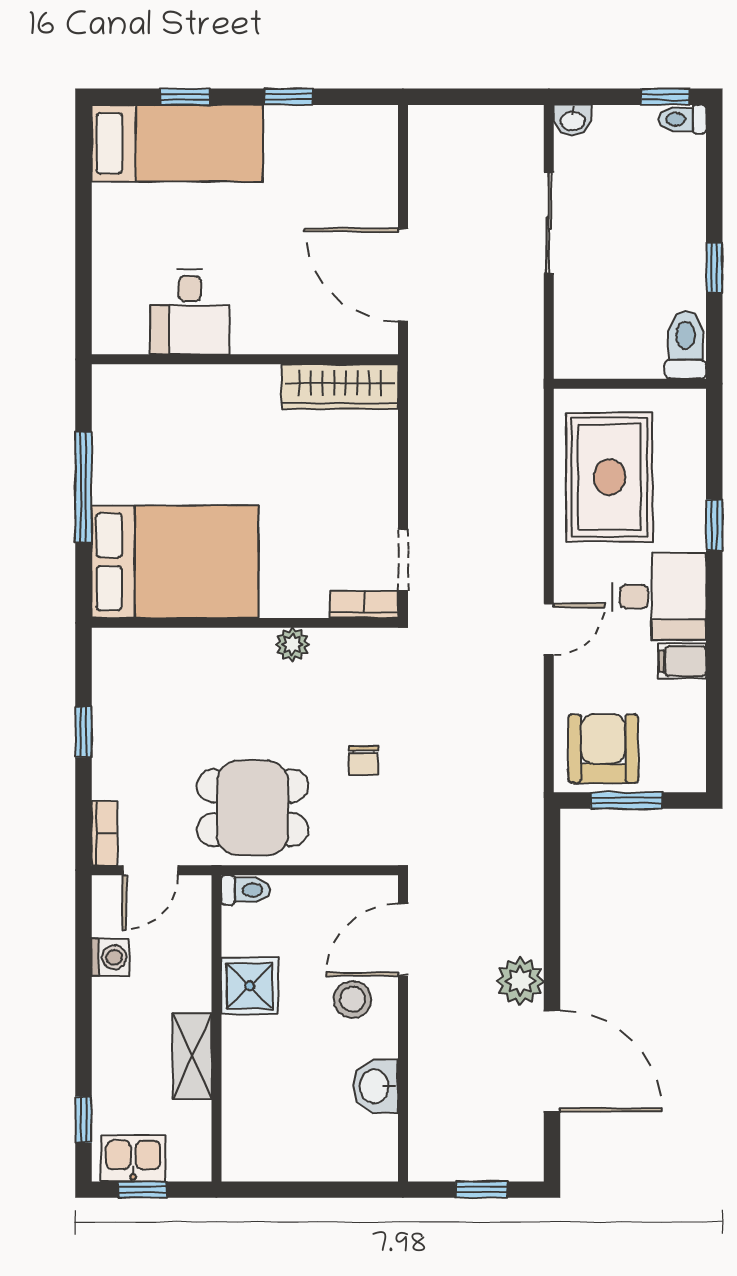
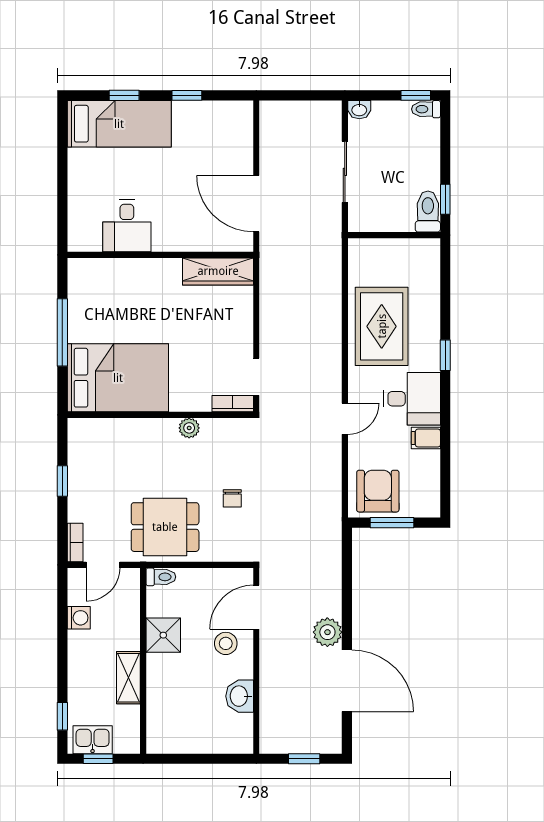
toilet: (685, 345) -> (428, 212), moved
wall: (630, 384) -> (394, 235), moved

